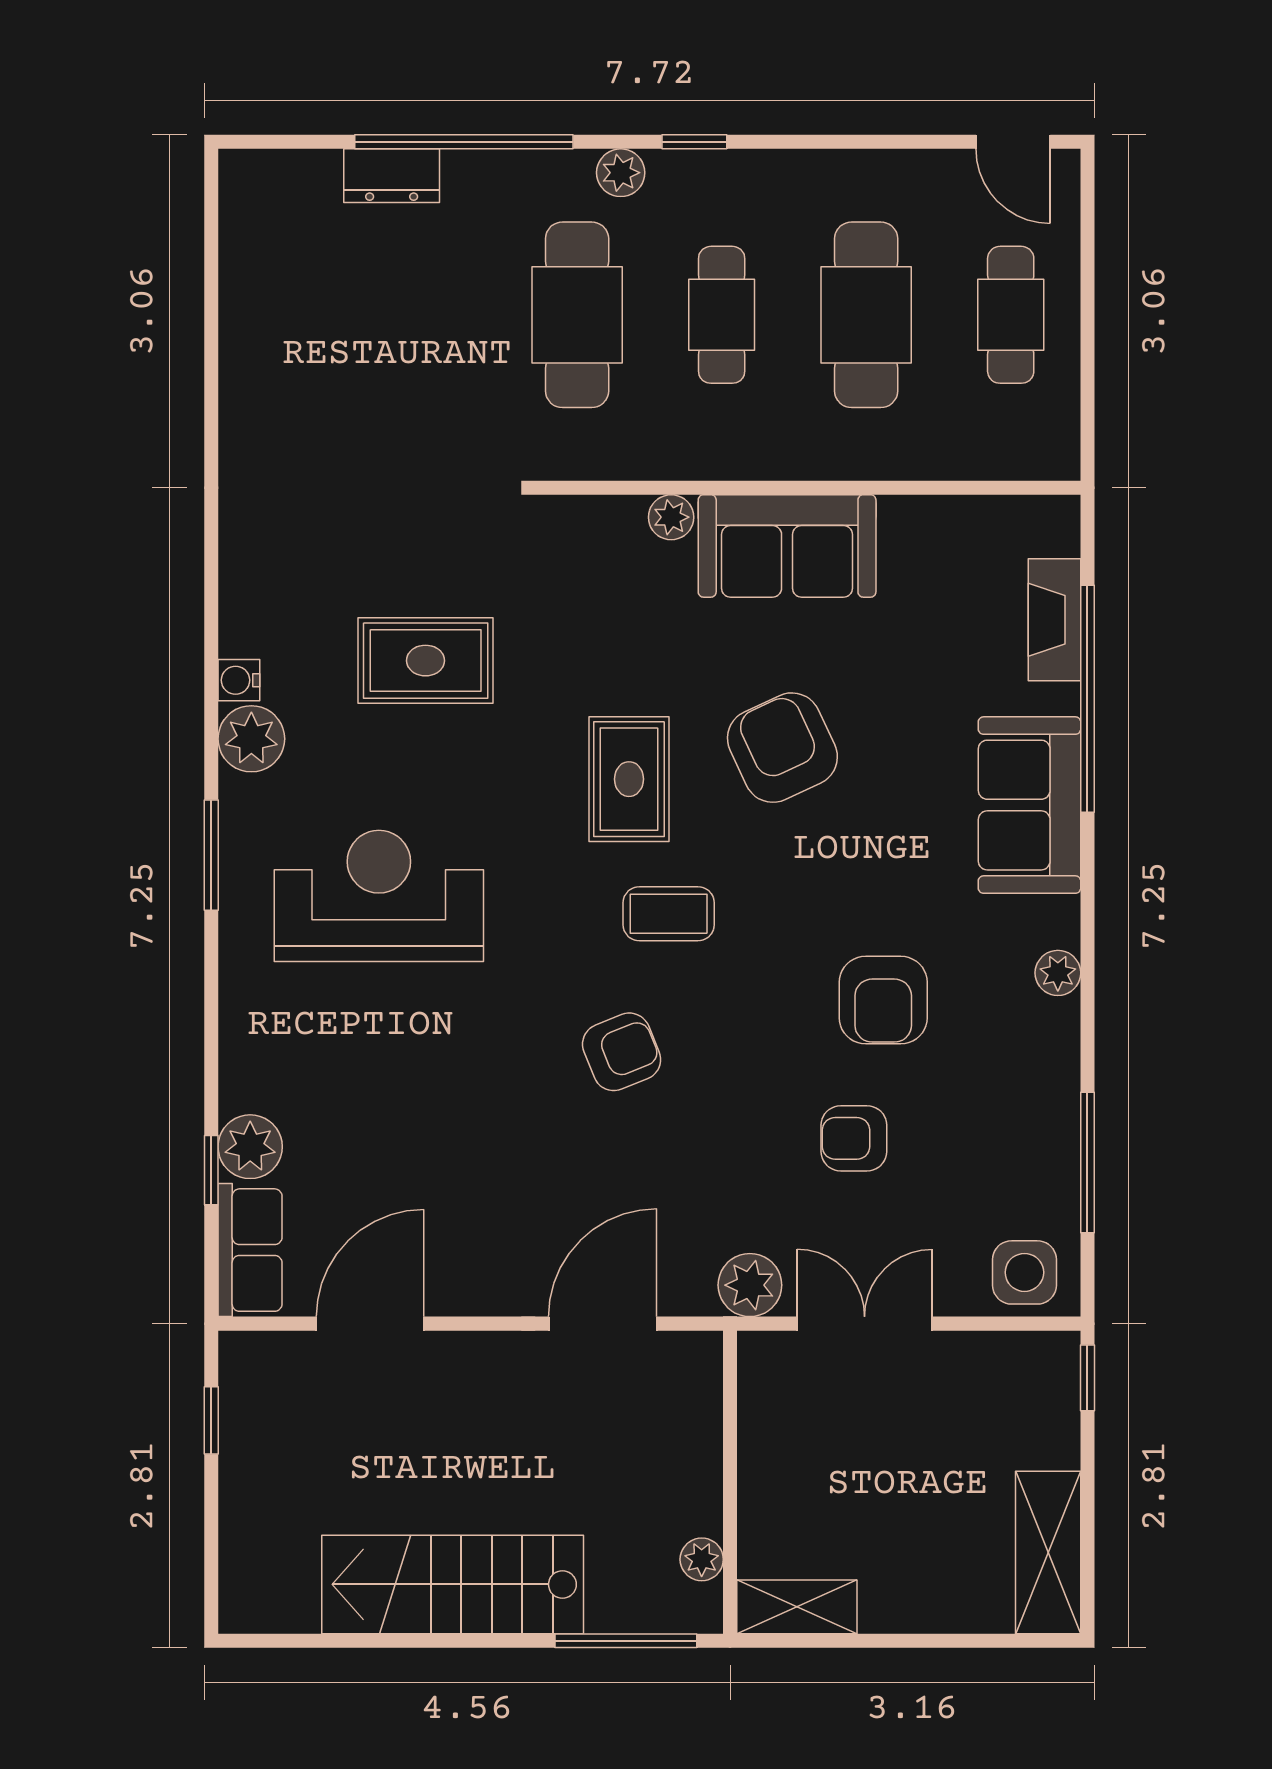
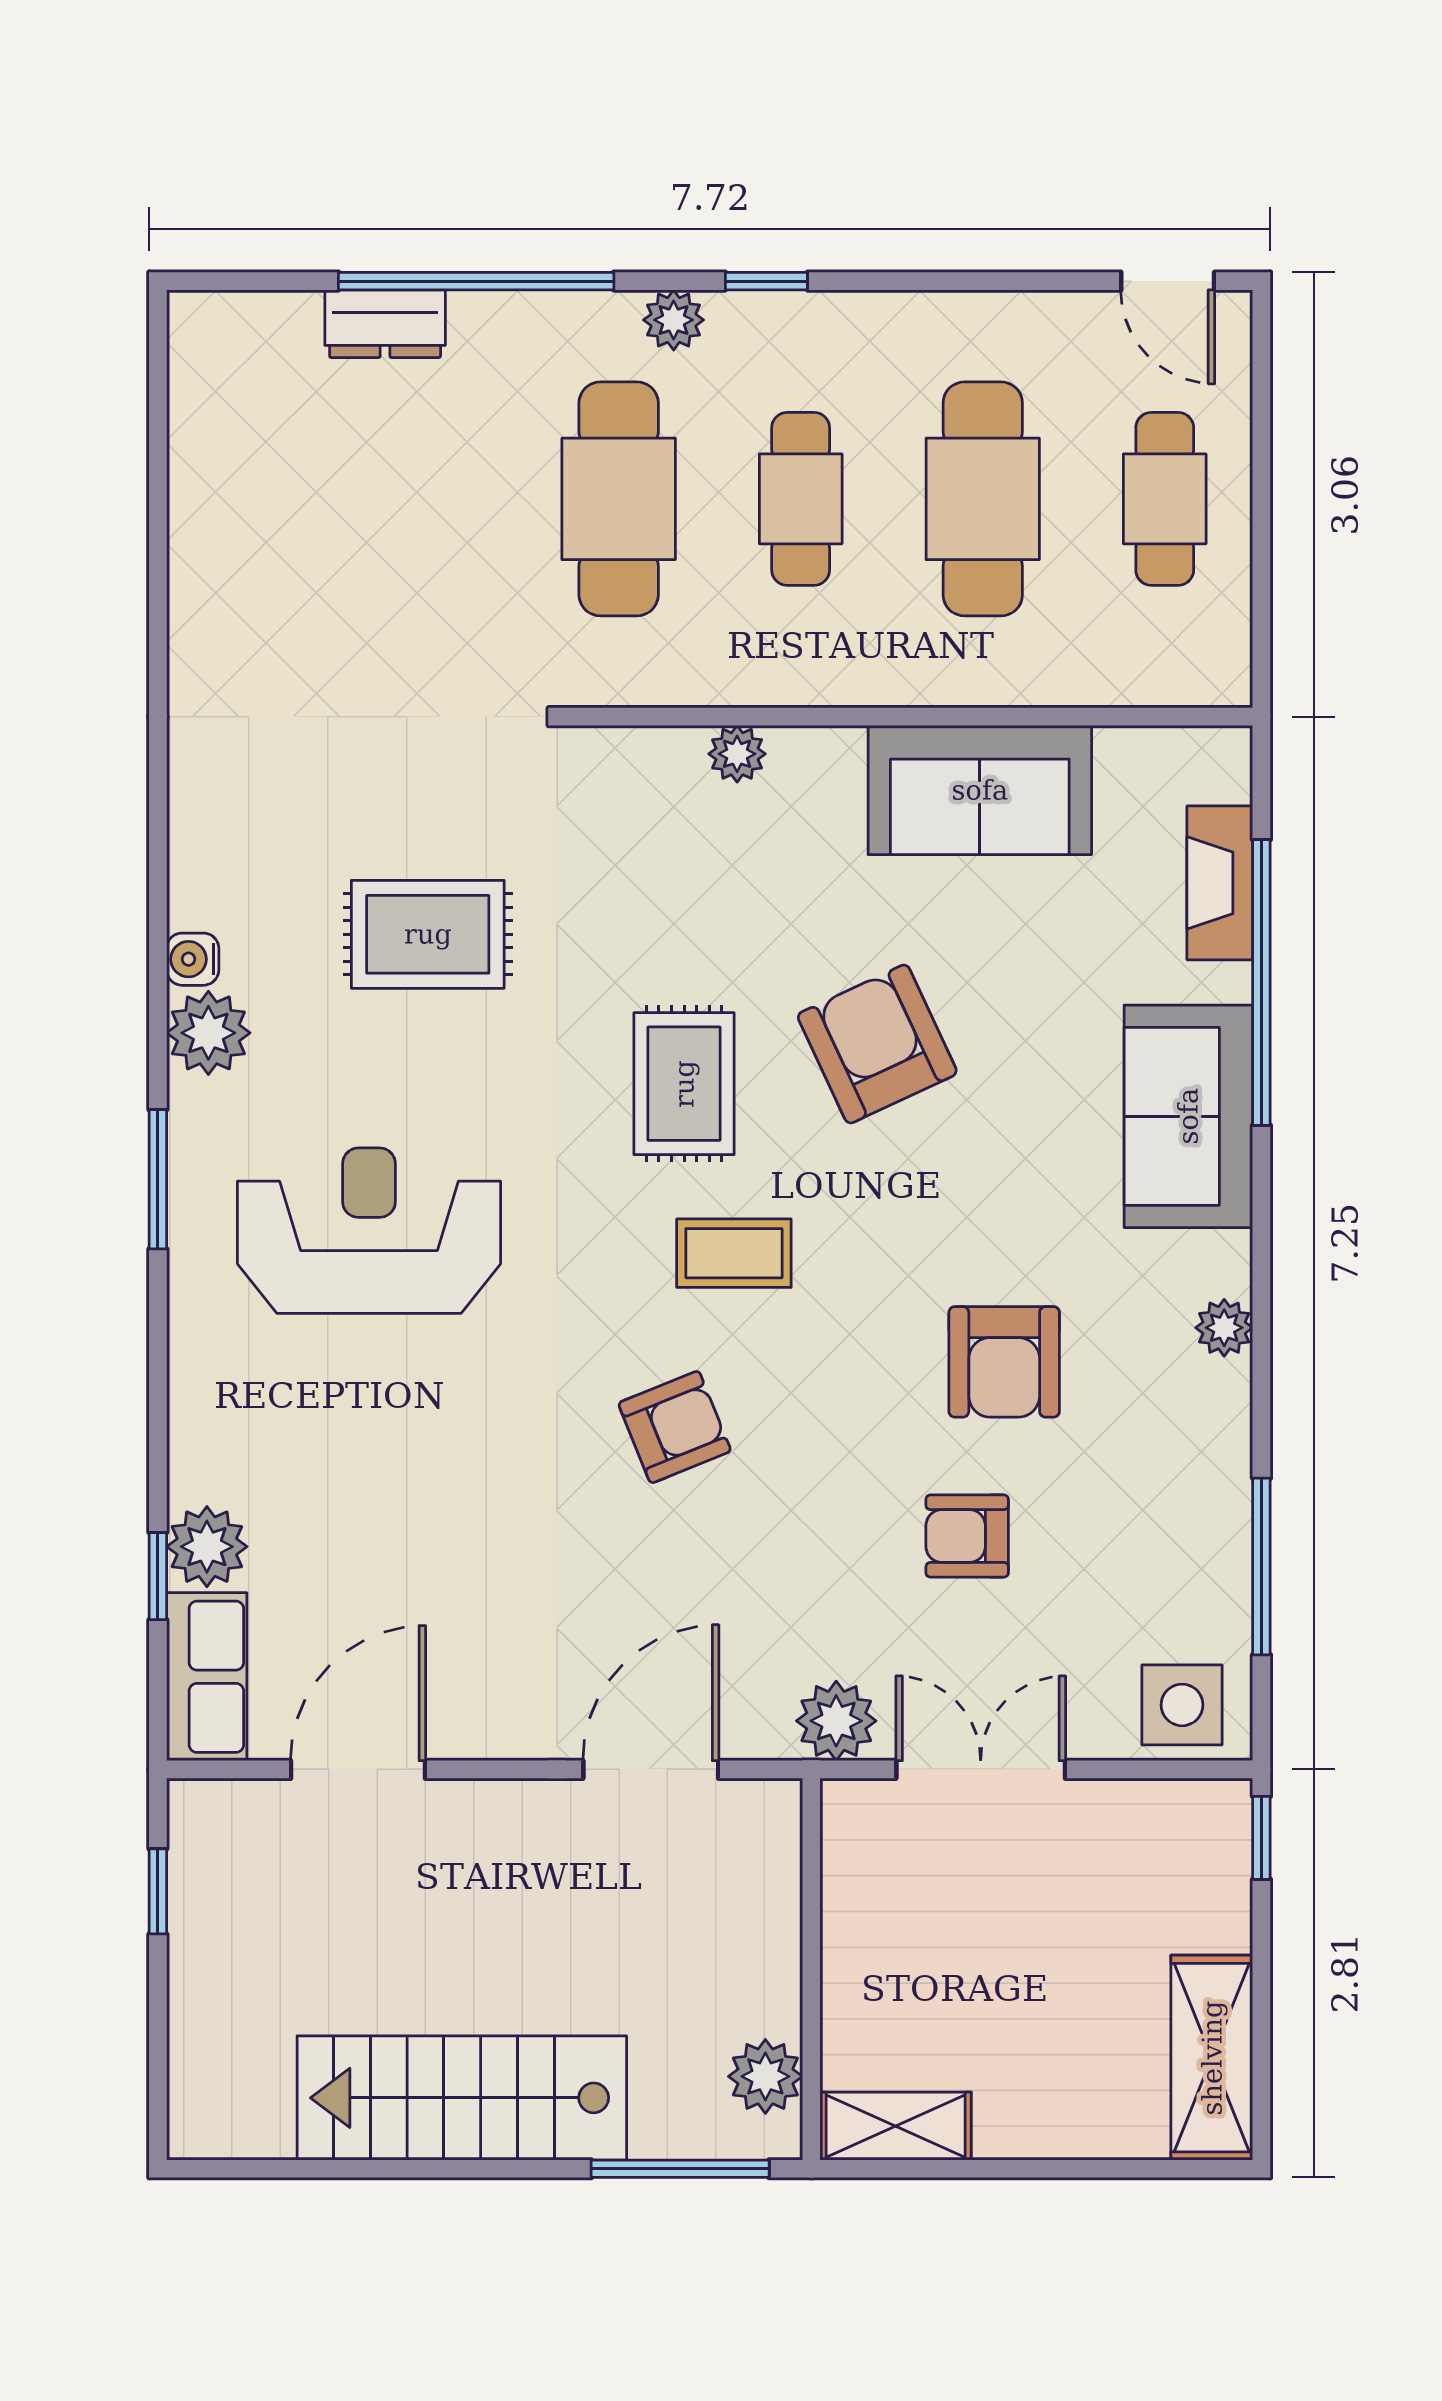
sofa: (787, 546) -> (980, 790), moved
plant: (702, 1559) -> (765, 2076), width x1.38, depth x1.38

